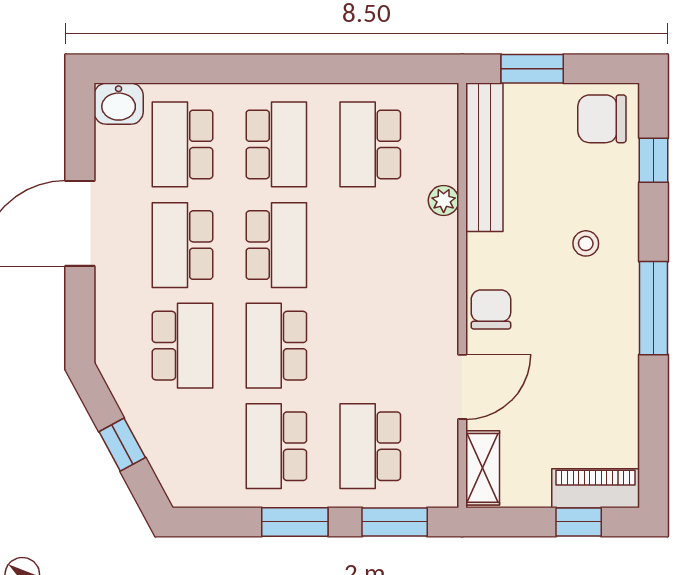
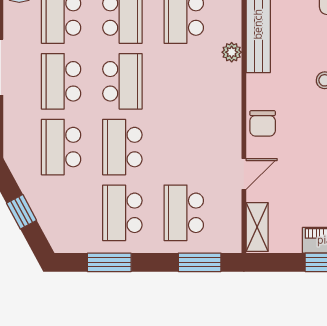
chair: (491, 309) -> (263, 123), turned 180
school desk: (183, 346) -> (61, 147), turned 180
door: (462, 387) -> (244, 174), width x0.73
window: (295, 522) -> (109, 262), moved

